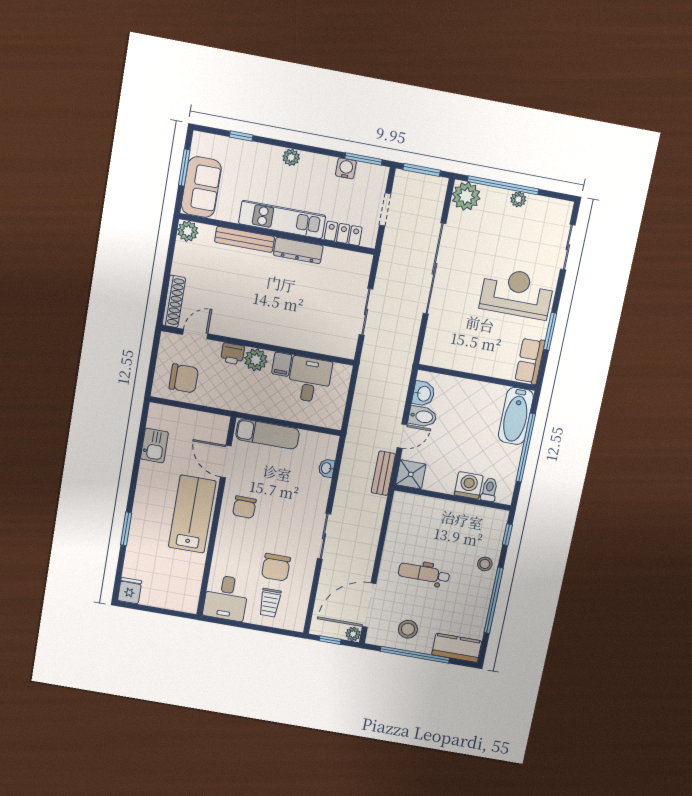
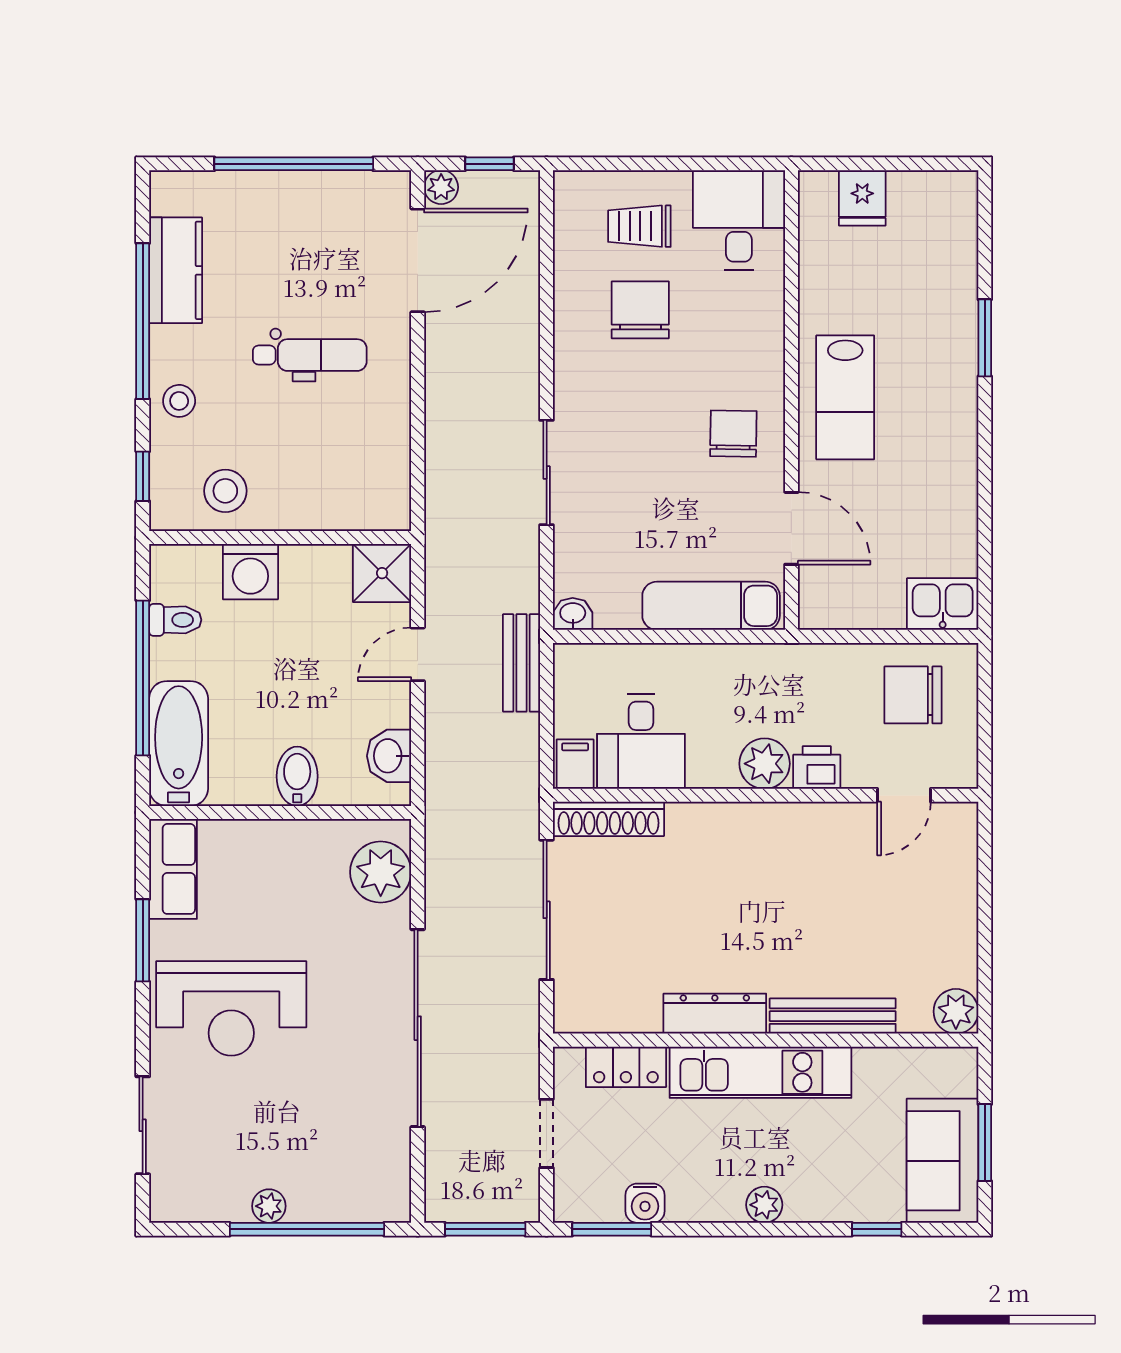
sofa: (201, 187) -> (942, 1161), moved
plant: (466, 196) -> (381, 872), moved
shoe rack: (174, 301) -> (609, 819), moved, turned -90
sliding door: (366, 312) -> (547, 910), width x1.37
filing cabinet: (282, 364) -> (575, 764), moved
bidet: (422, 416) -> (297, 776), moved, turned 90
kitchen sink: (154, 446) -> (943, 604), moved, turned 90
washbasin: (327, 468) -> (573, 614), moved, turned -90
bench: (383, 473) -> (522, 663), moved
toilet: (489, 490) -> (175, 620), moved, turned -90
lab bench: (192, 514) -> (845, 397), width x0.73, depth x0.72
sliding door: (324, 536) -> (547, 472), moved
fridge: (130, 591) -> (862, 198), moved
trolley: (270, 603) -> (639, 226), turned -90
stool: (408, 629) -> (225, 491), moved
kitchen counter: (457, 648) -> (176, 270), moved, turned -90

